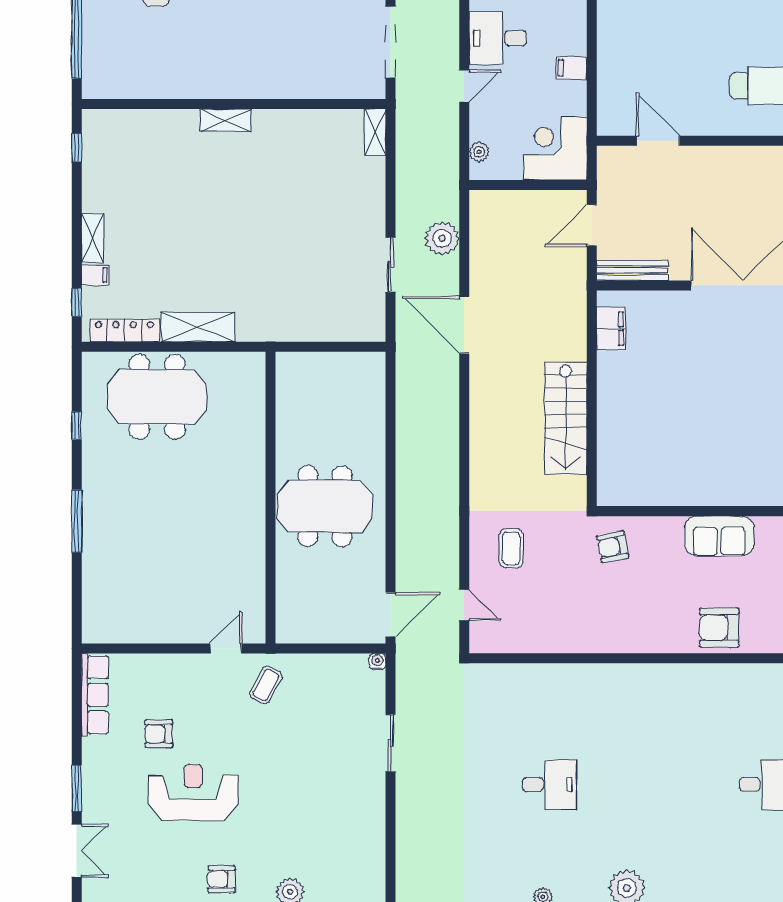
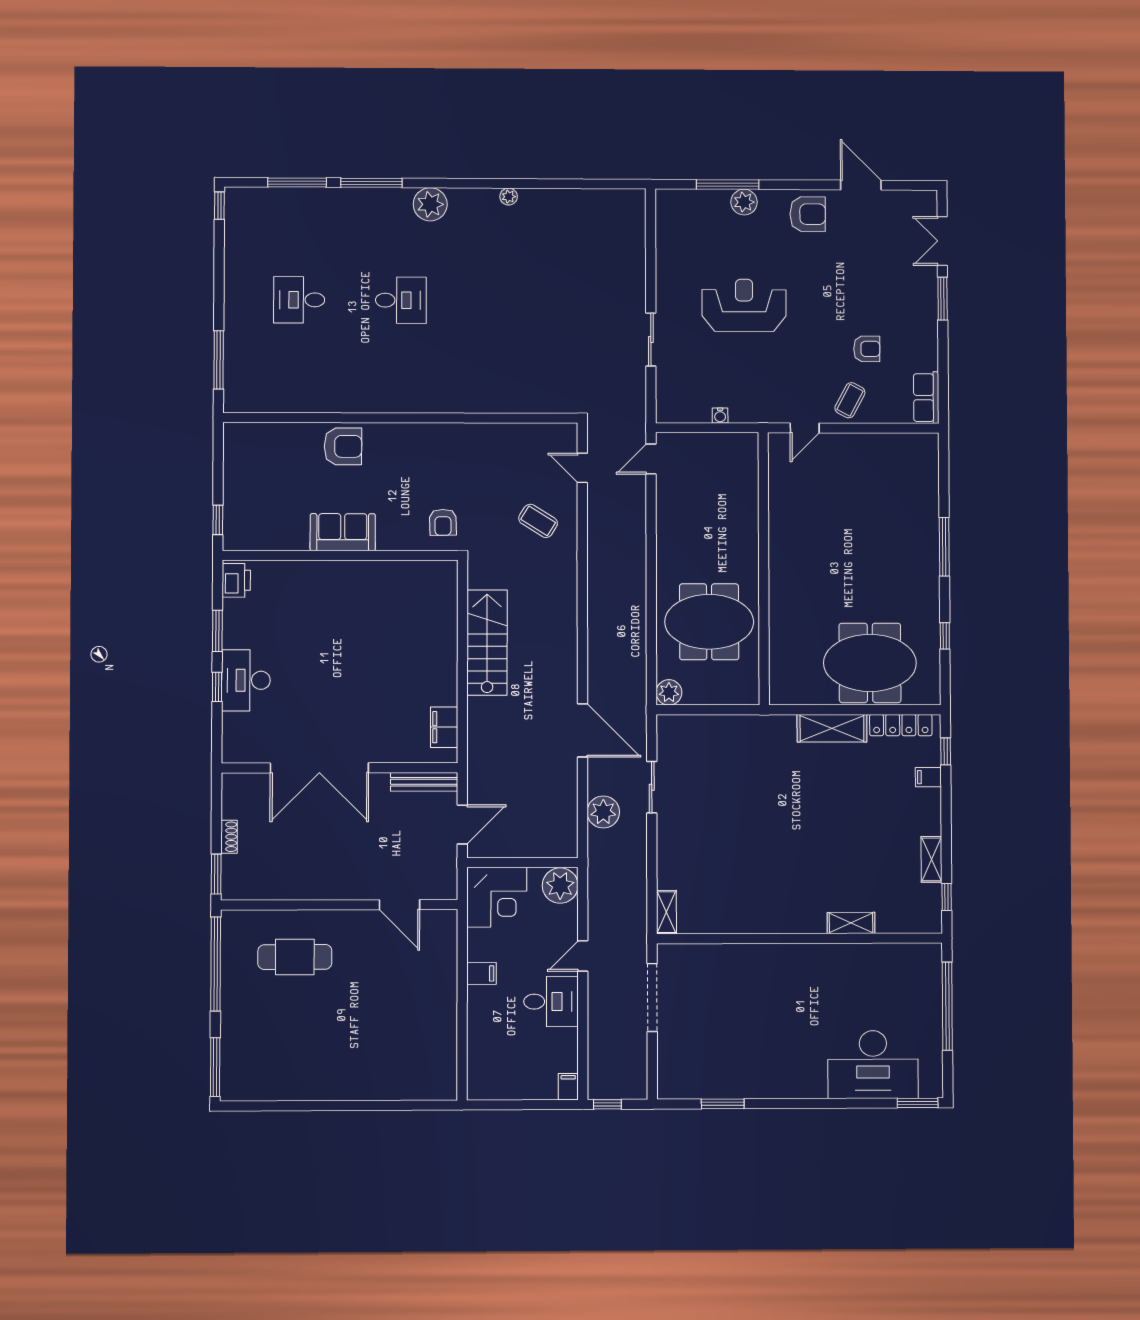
shelving: (226, 120) -> (851, 923), moved
plant: (479, 152) -> (560, 886), width x1.87, depth x1.87
shelving: (93, 238) -> (931, 859), moved
plant: (372, 365) -> (669, 692), added
meeting table: (325, 506) -> (709, 622), moved
armchair: (613, 547) -> (443, 522), turned 100
coffee table: (511, 548) -> (538, 521), turned -58
door: (391, 615) -> (651, 459), width x0.73
water cooler: (377, 662) -> (720, 416), moved
coffee table: (266, 685) -> (850, 400), moved
row of seats: (95, 695) -> (926, 398), width x0.68
desk: (550, 785) -> (401, 300), moved, turned 180
reception desk: (193, 792) -> (744, 305), moved, turned 180
armchair: (222, 879) -> (808, 214), width x1.38, depth x1.38

